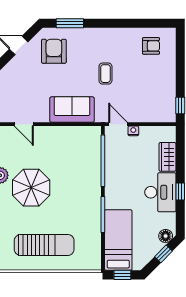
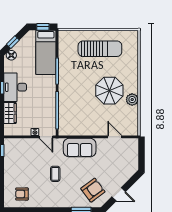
armchair: (54, 51) -> (93, 190), turned -127
sun lounger: (44, 245) -> (100, 49), turned 180

